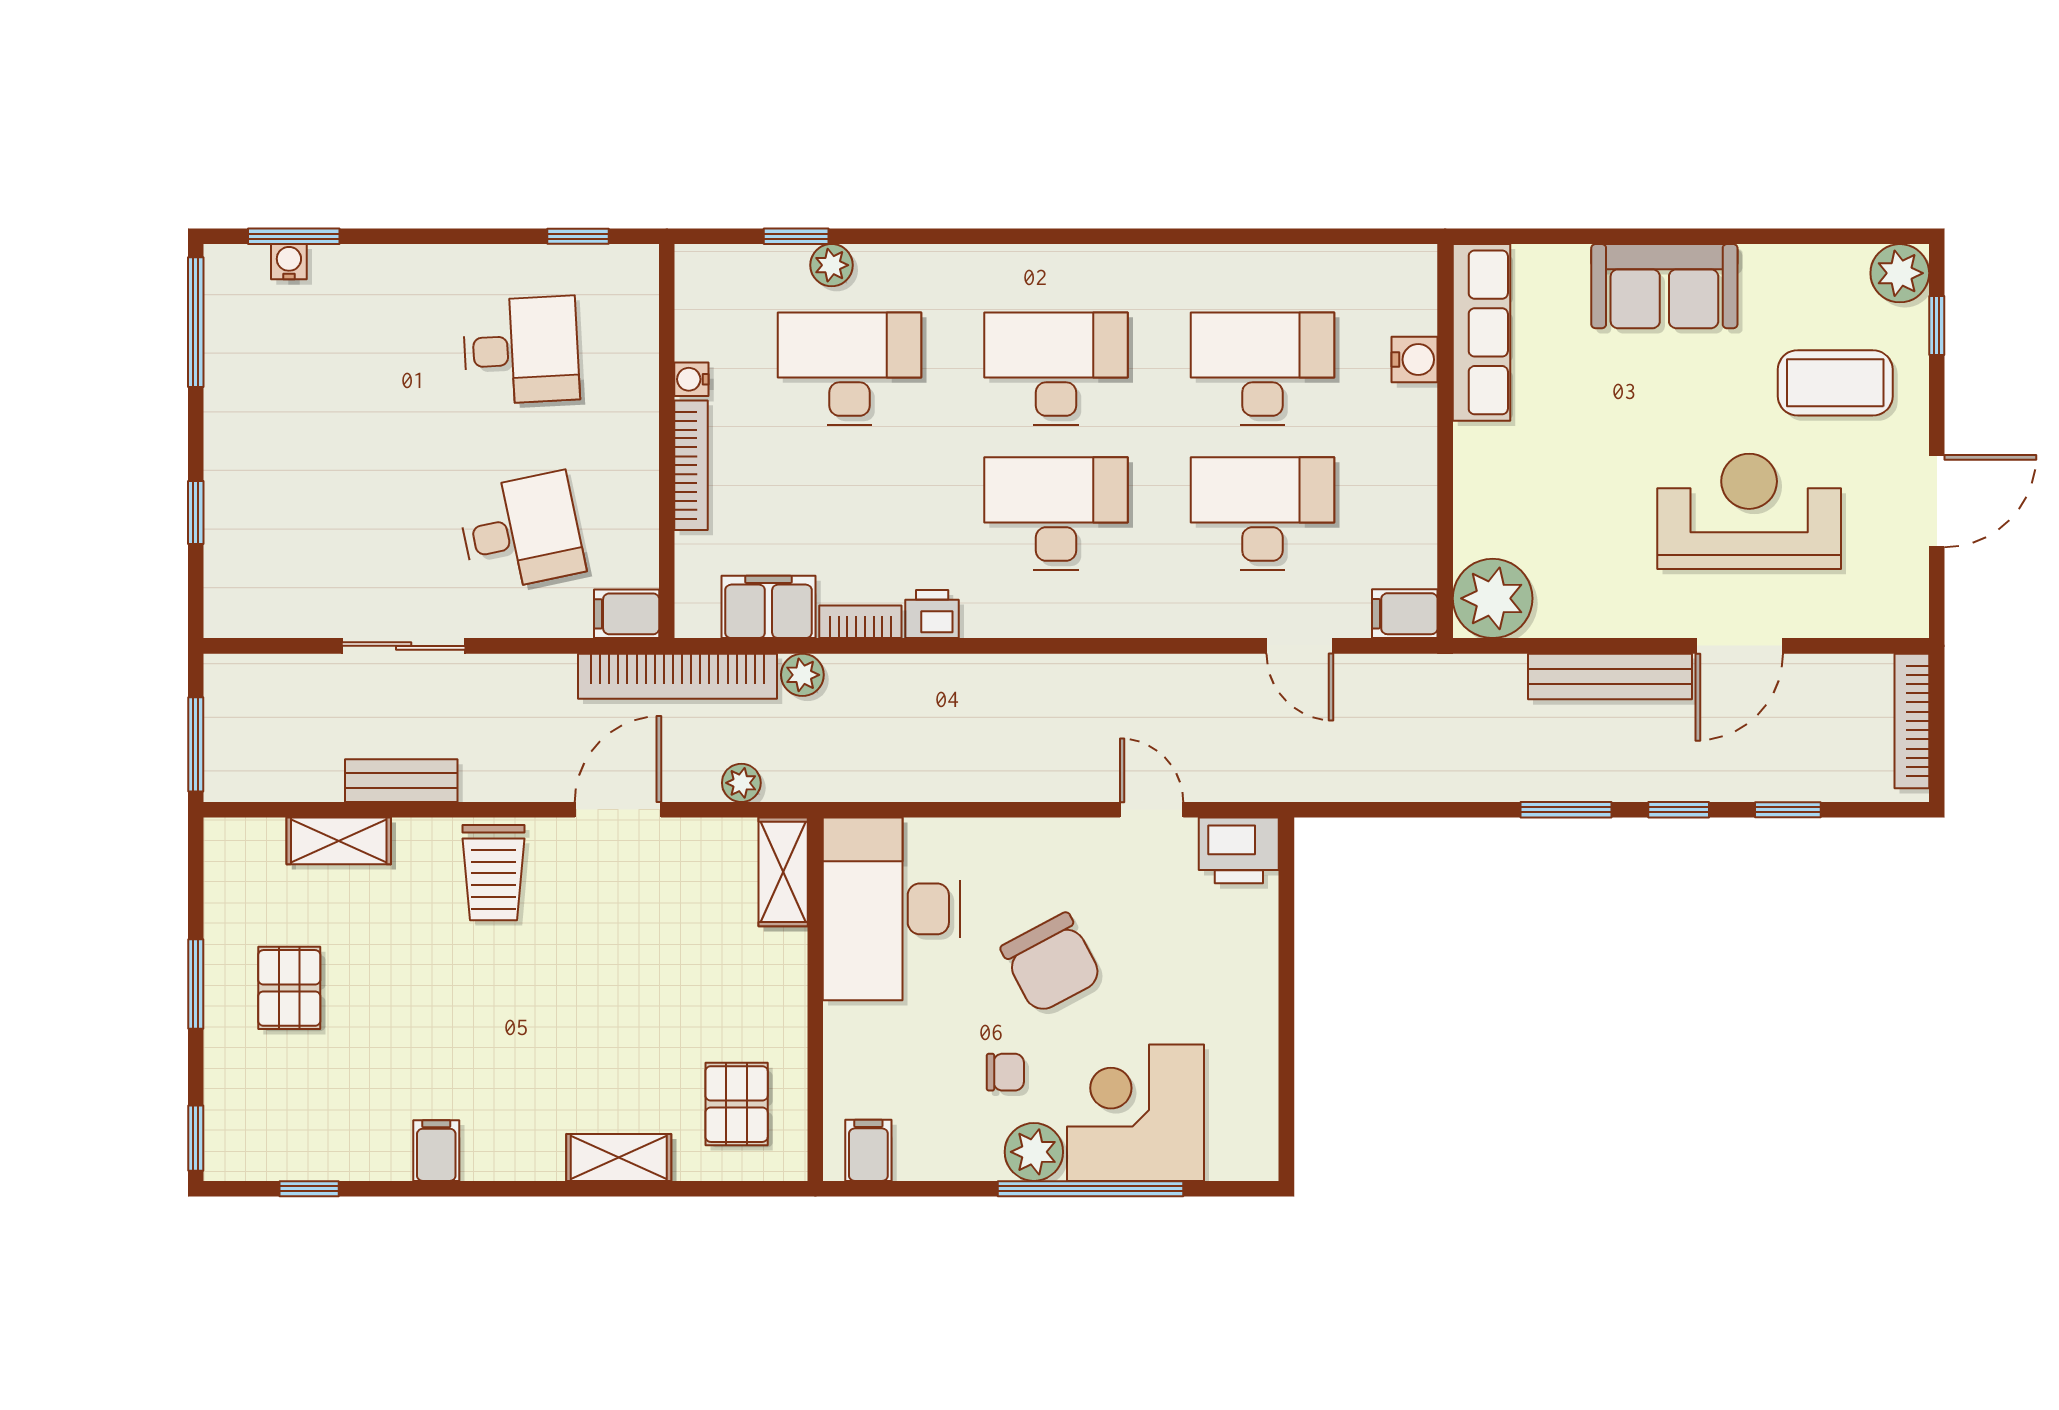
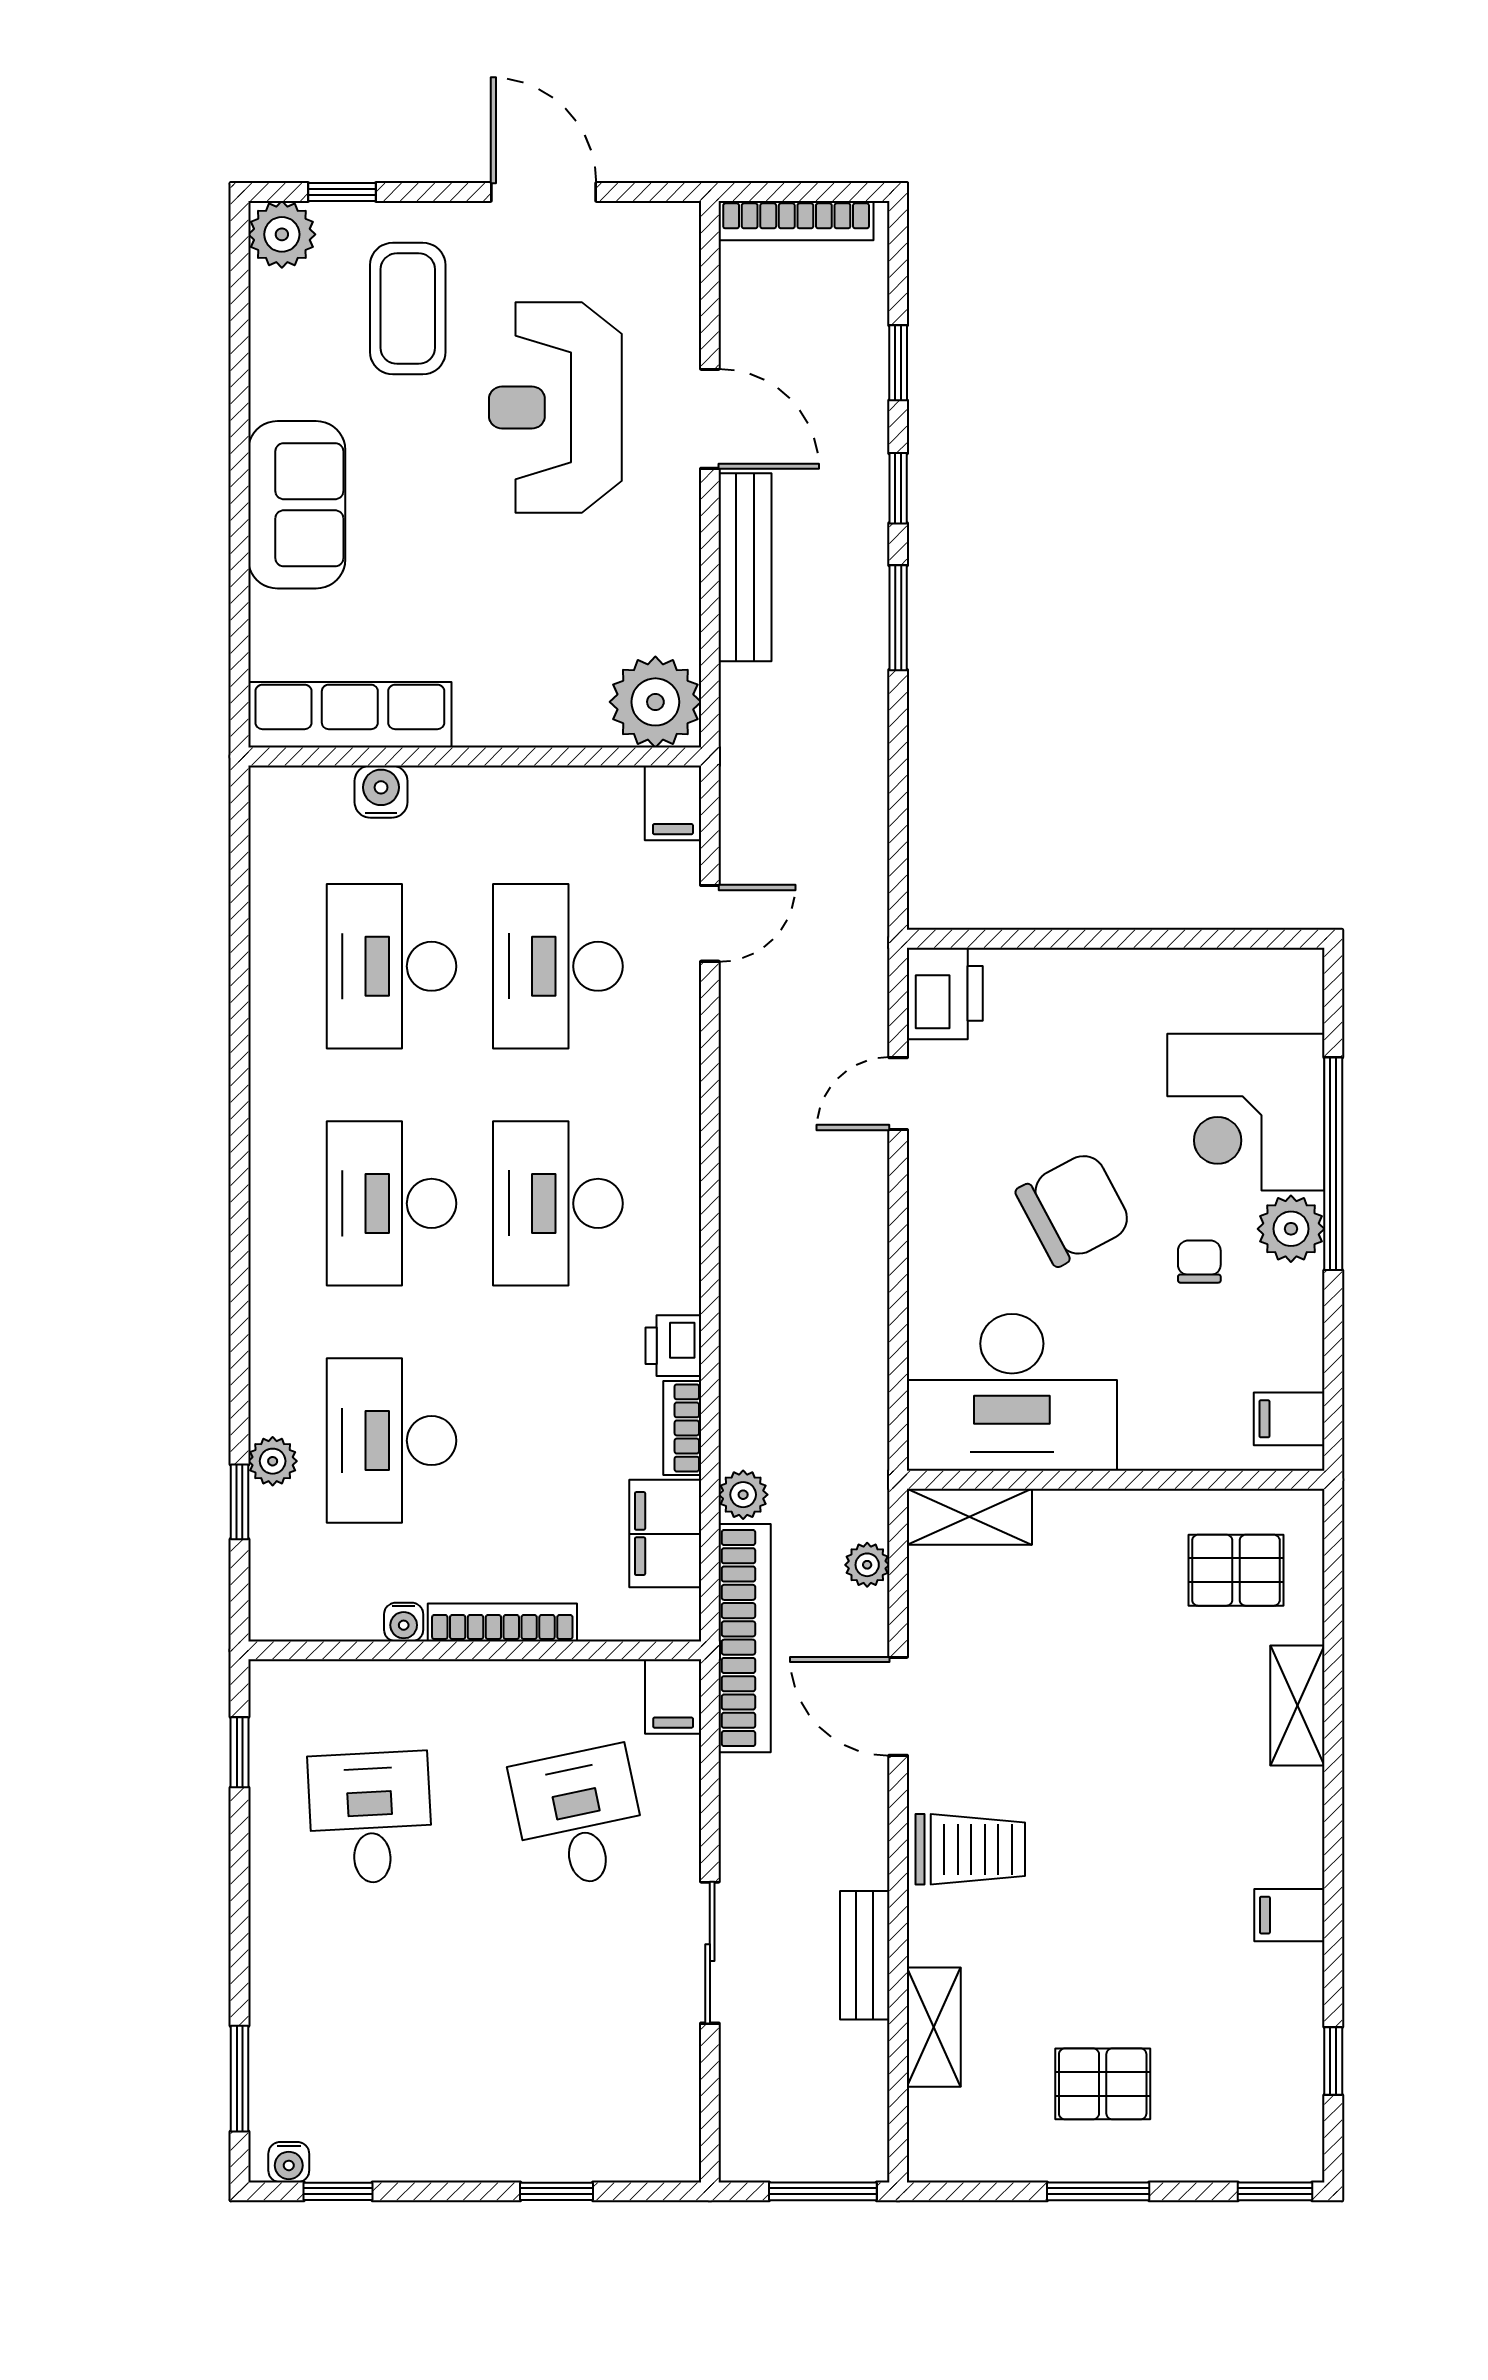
water cooler: (289, 262) -> (289, 2162), moved, turned -90
window: (196, 322) -> (338, 2191), width x0.46

